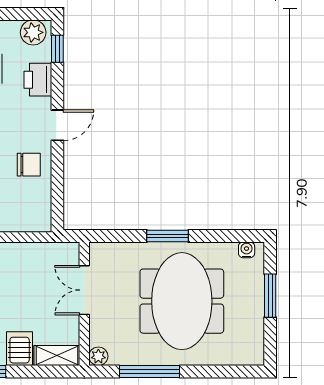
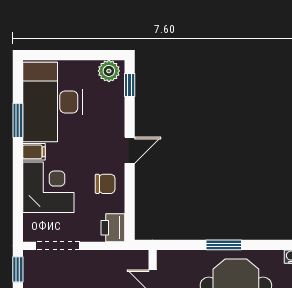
printer: (38, 80) -> (113, 228), moved

